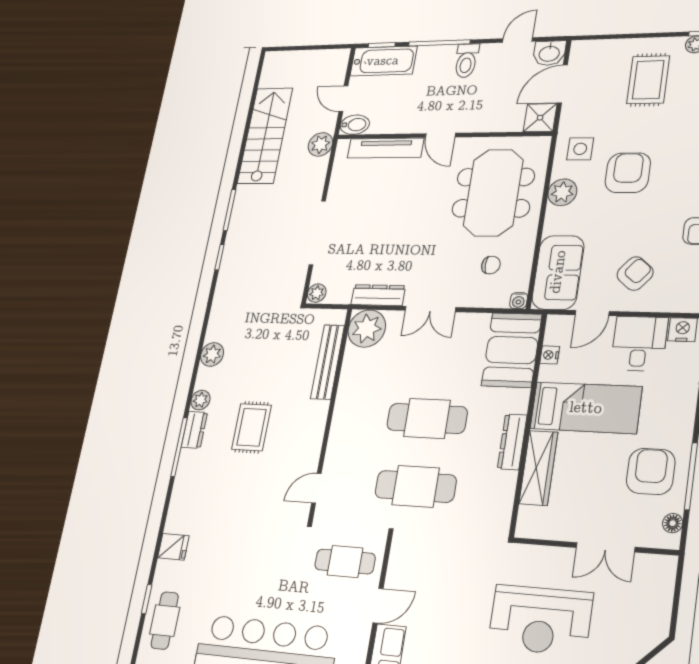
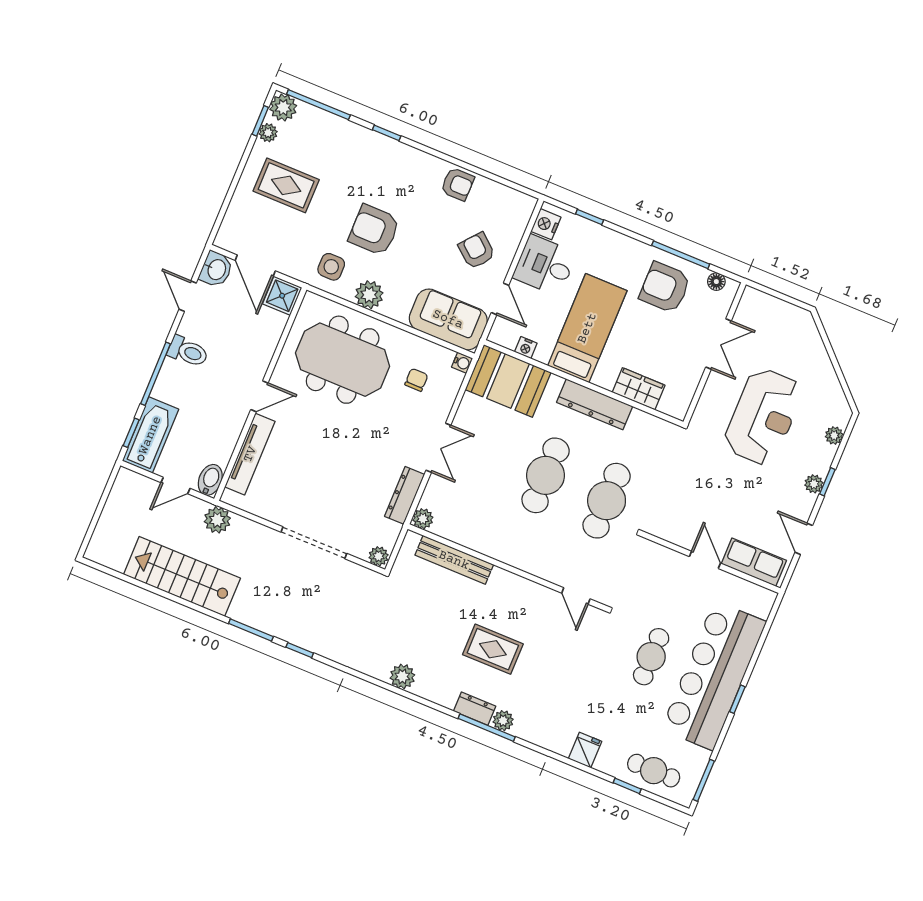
plant: (367, 328) -> (423, 519), width x0.53, depth x0.53
plant: (200, 400) -> (503, 721), moved
dresser: (512, 442) -> (595, 404), width x1.37, depth x1.24
wardrobe: (538, 468) -> (639, 389), width x0.67
cafe table: (345, 562) -> (651, 657), moved

